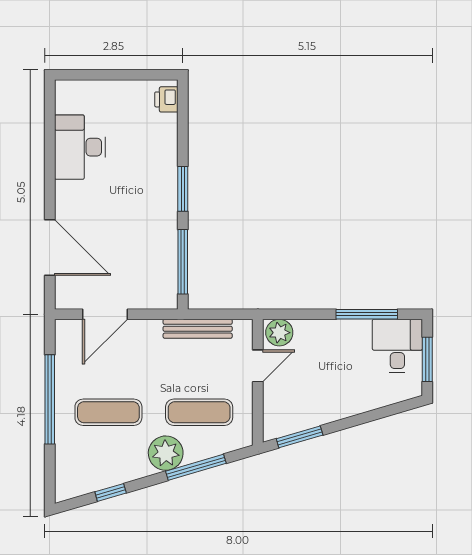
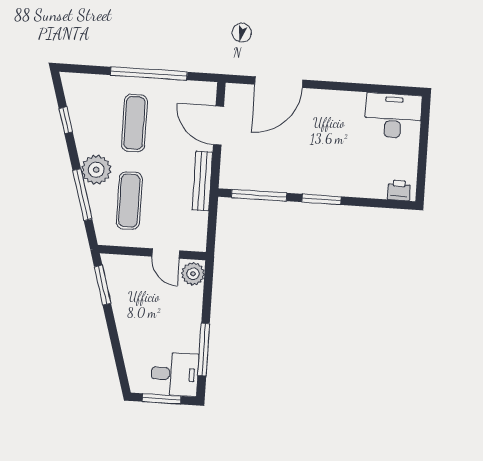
desk: (80, 147) -> (393, 116), moved
bench: (198, 329) -> (202, 181), moved

